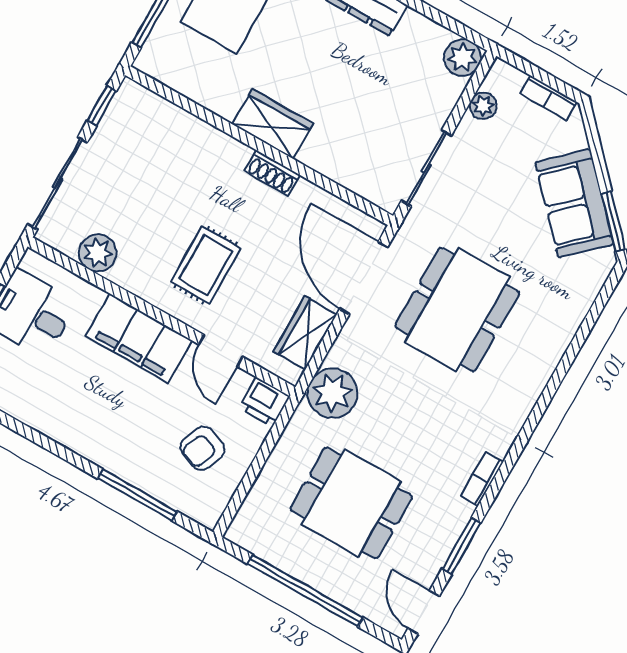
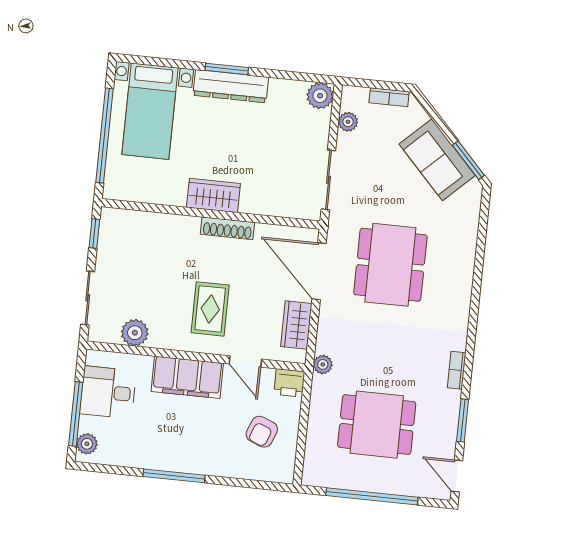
shoe rack: (272, 173) -> (227, 228), width x1.43
sliding door: (58, 183) -> (88, 298), width x0.73
plant: (332, 393) -> (323, 364), width x0.53, depth x0.53
window: (137, 495) -> (174, 476), moved

